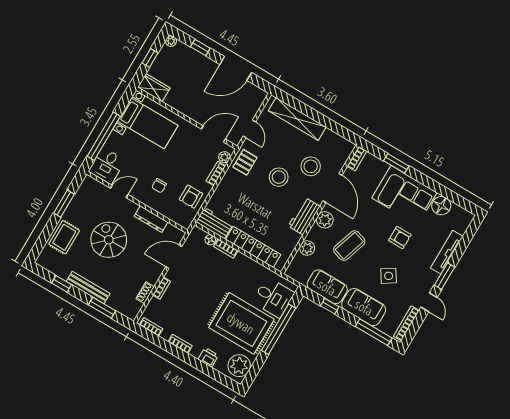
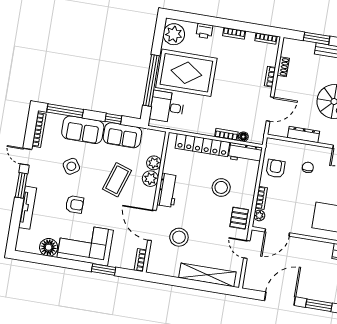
window: (200, 48) -> (319, 305), width x1.50
stool: (279, 177) -> (221, 187), moved
plant: (325, 220) -> (150, 179), moved
armchair: (400, 238) -> (75, 204), turned 180

